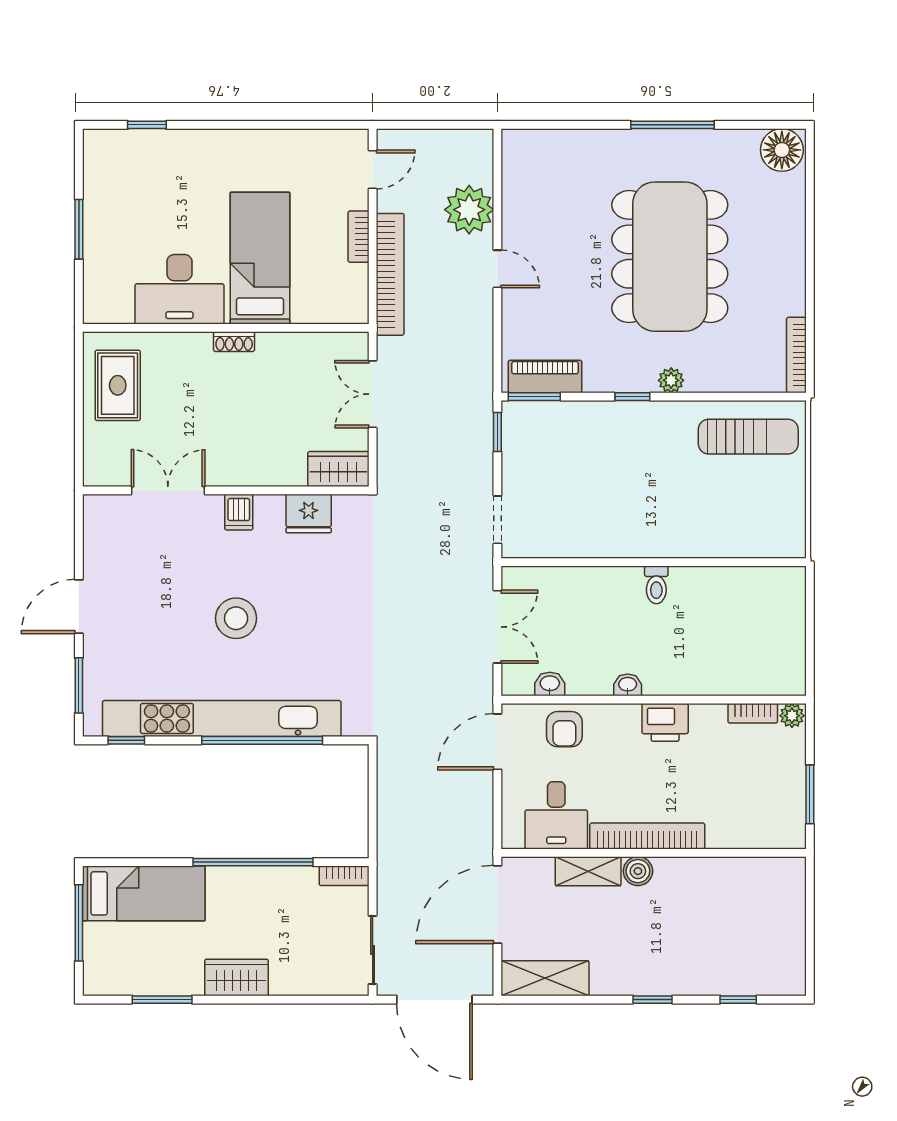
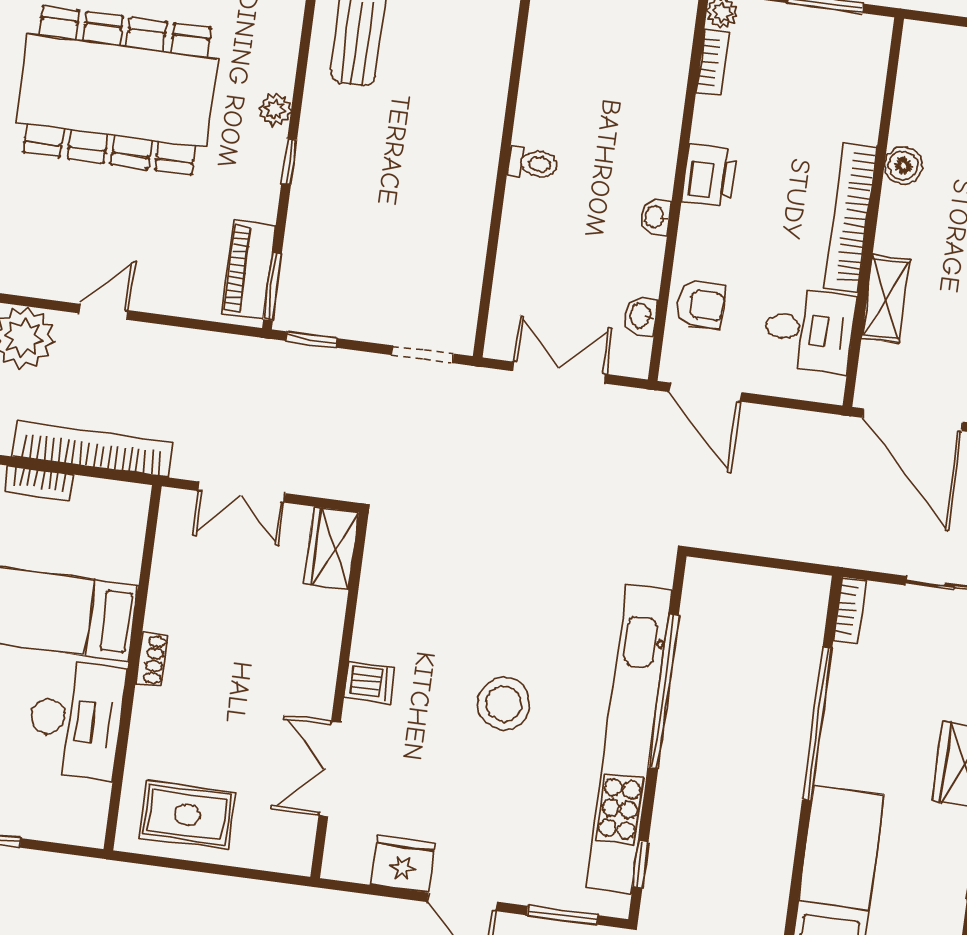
fridge: (309, 514) -> (403, 864), moved, turned -90
boiler: (638, 871) -> (903, 166), moved

